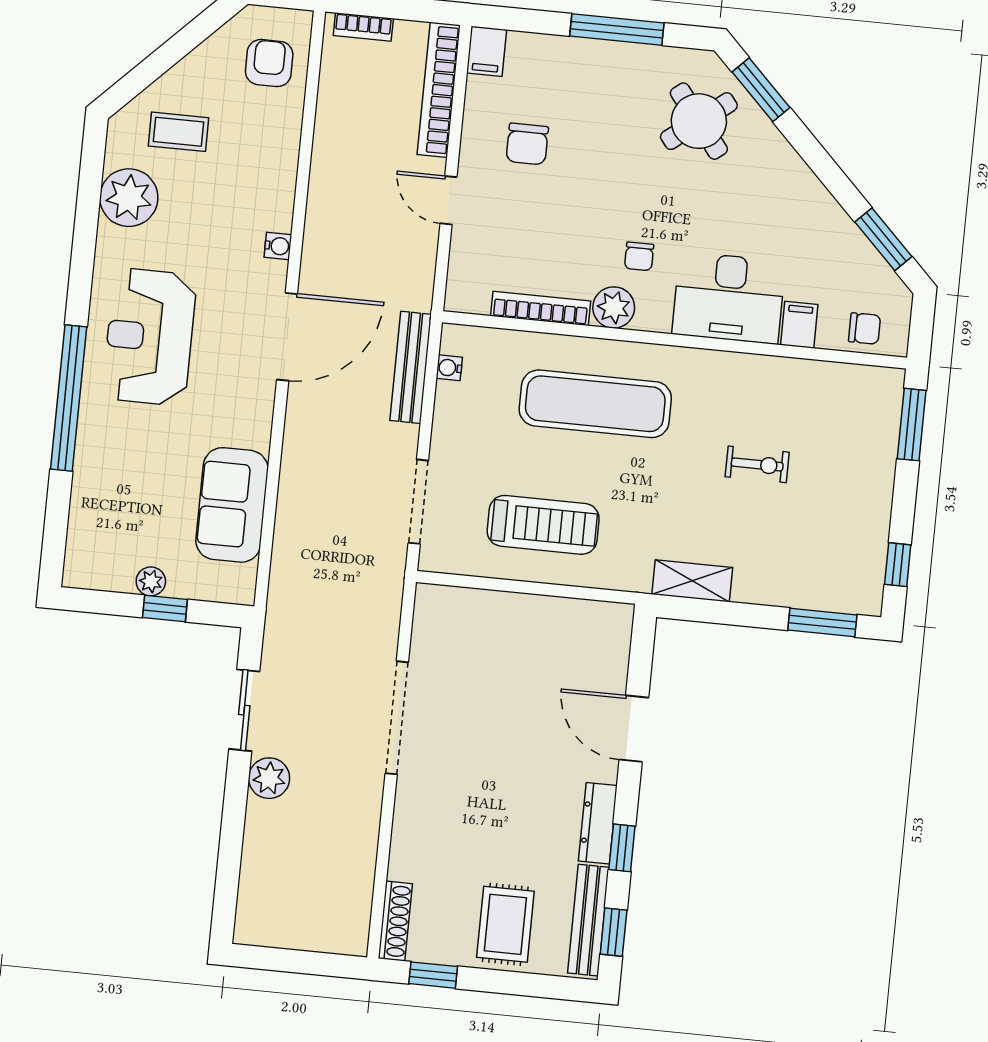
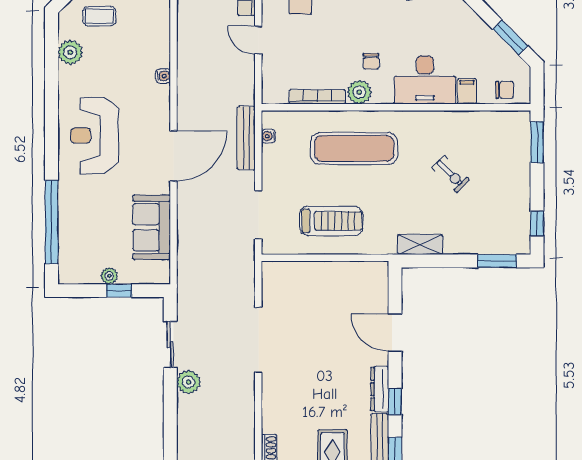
plant: (129, 198) -> (70, 52), width x0.73, depth x0.73
door: (287, 337) -> (174, 156), moved
window: (69, 398) -> (52, 222), moved
exercise bike: (757, 464) -> (451, 174), turned 45

